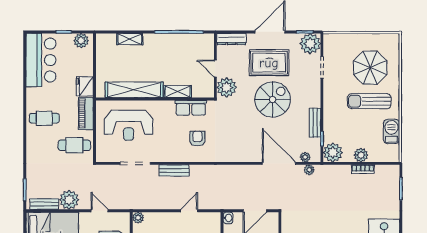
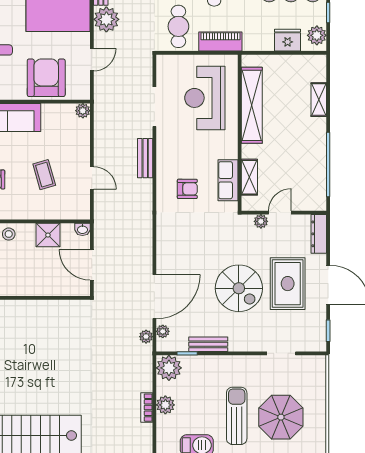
plant: (310, 44) -> (313, 338), removed
fridge: (85, 86) -> (288, 40), moved
plant: (227, 87) -> (261, 221), width x0.53, depth x0.53
shelving: (178, 92) -> (249, 177), moved

